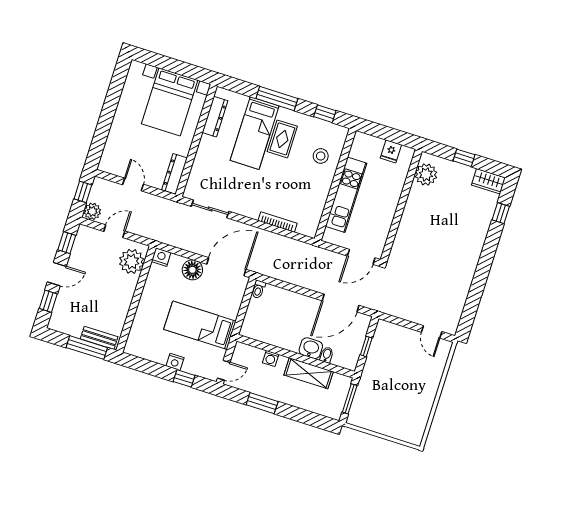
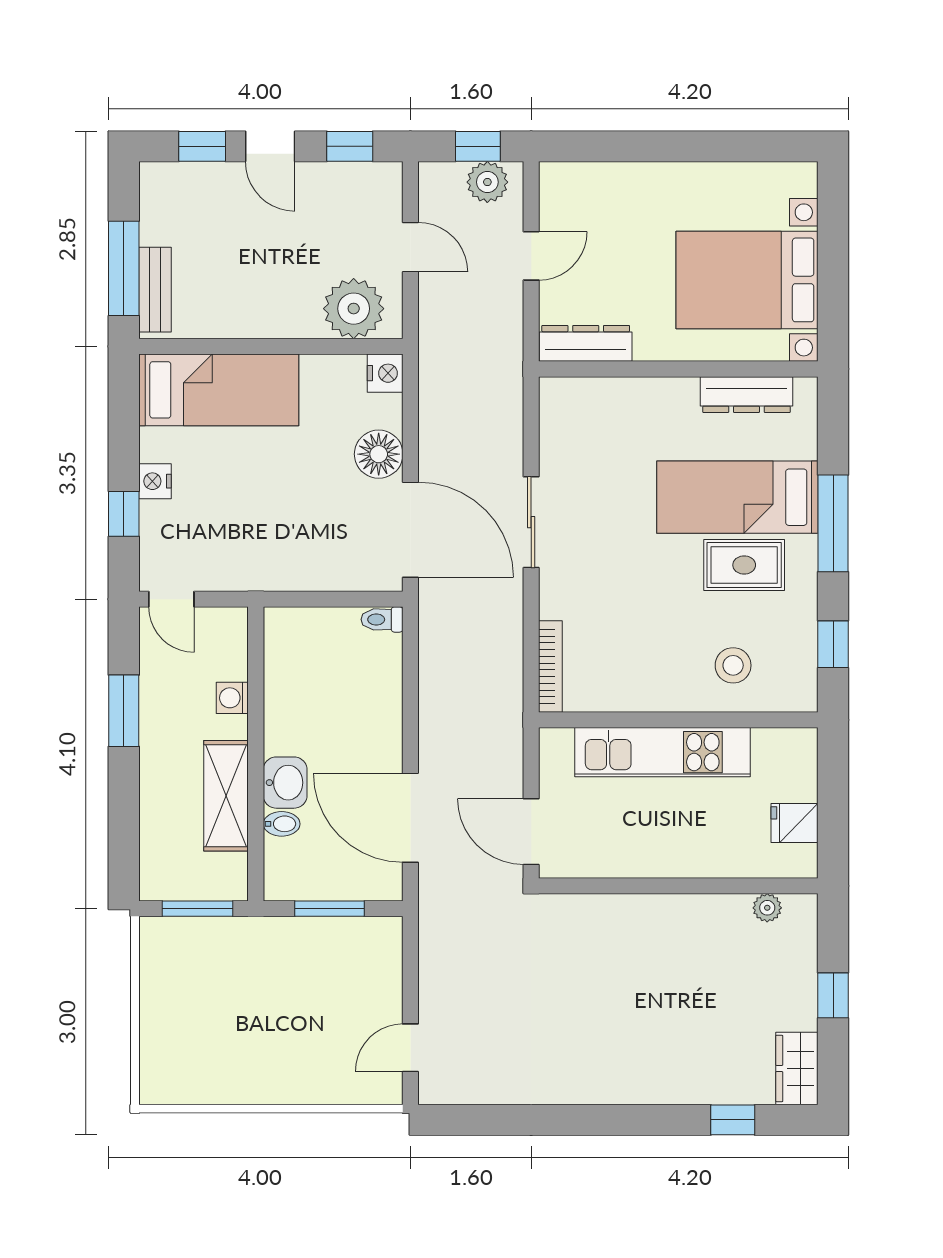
plant: (426, 174) -> (767, 908), width x0.53, depth x0.53
sliding door: (210, 209) -> (531, 522), moved
plant: (92, 211) -> (487, 182), moved
bookcase: (278, 222) -> (550, 667), moved
bed: (200, 325) -> (219, 390), moved, turned 90
window: (366, 346) -> (329, 909), width x1.50

